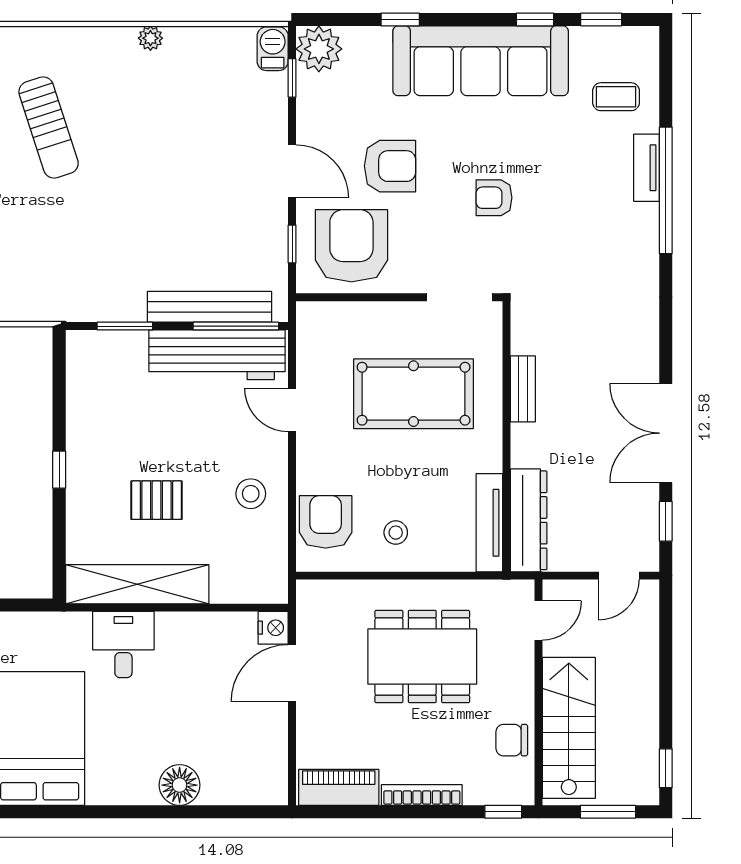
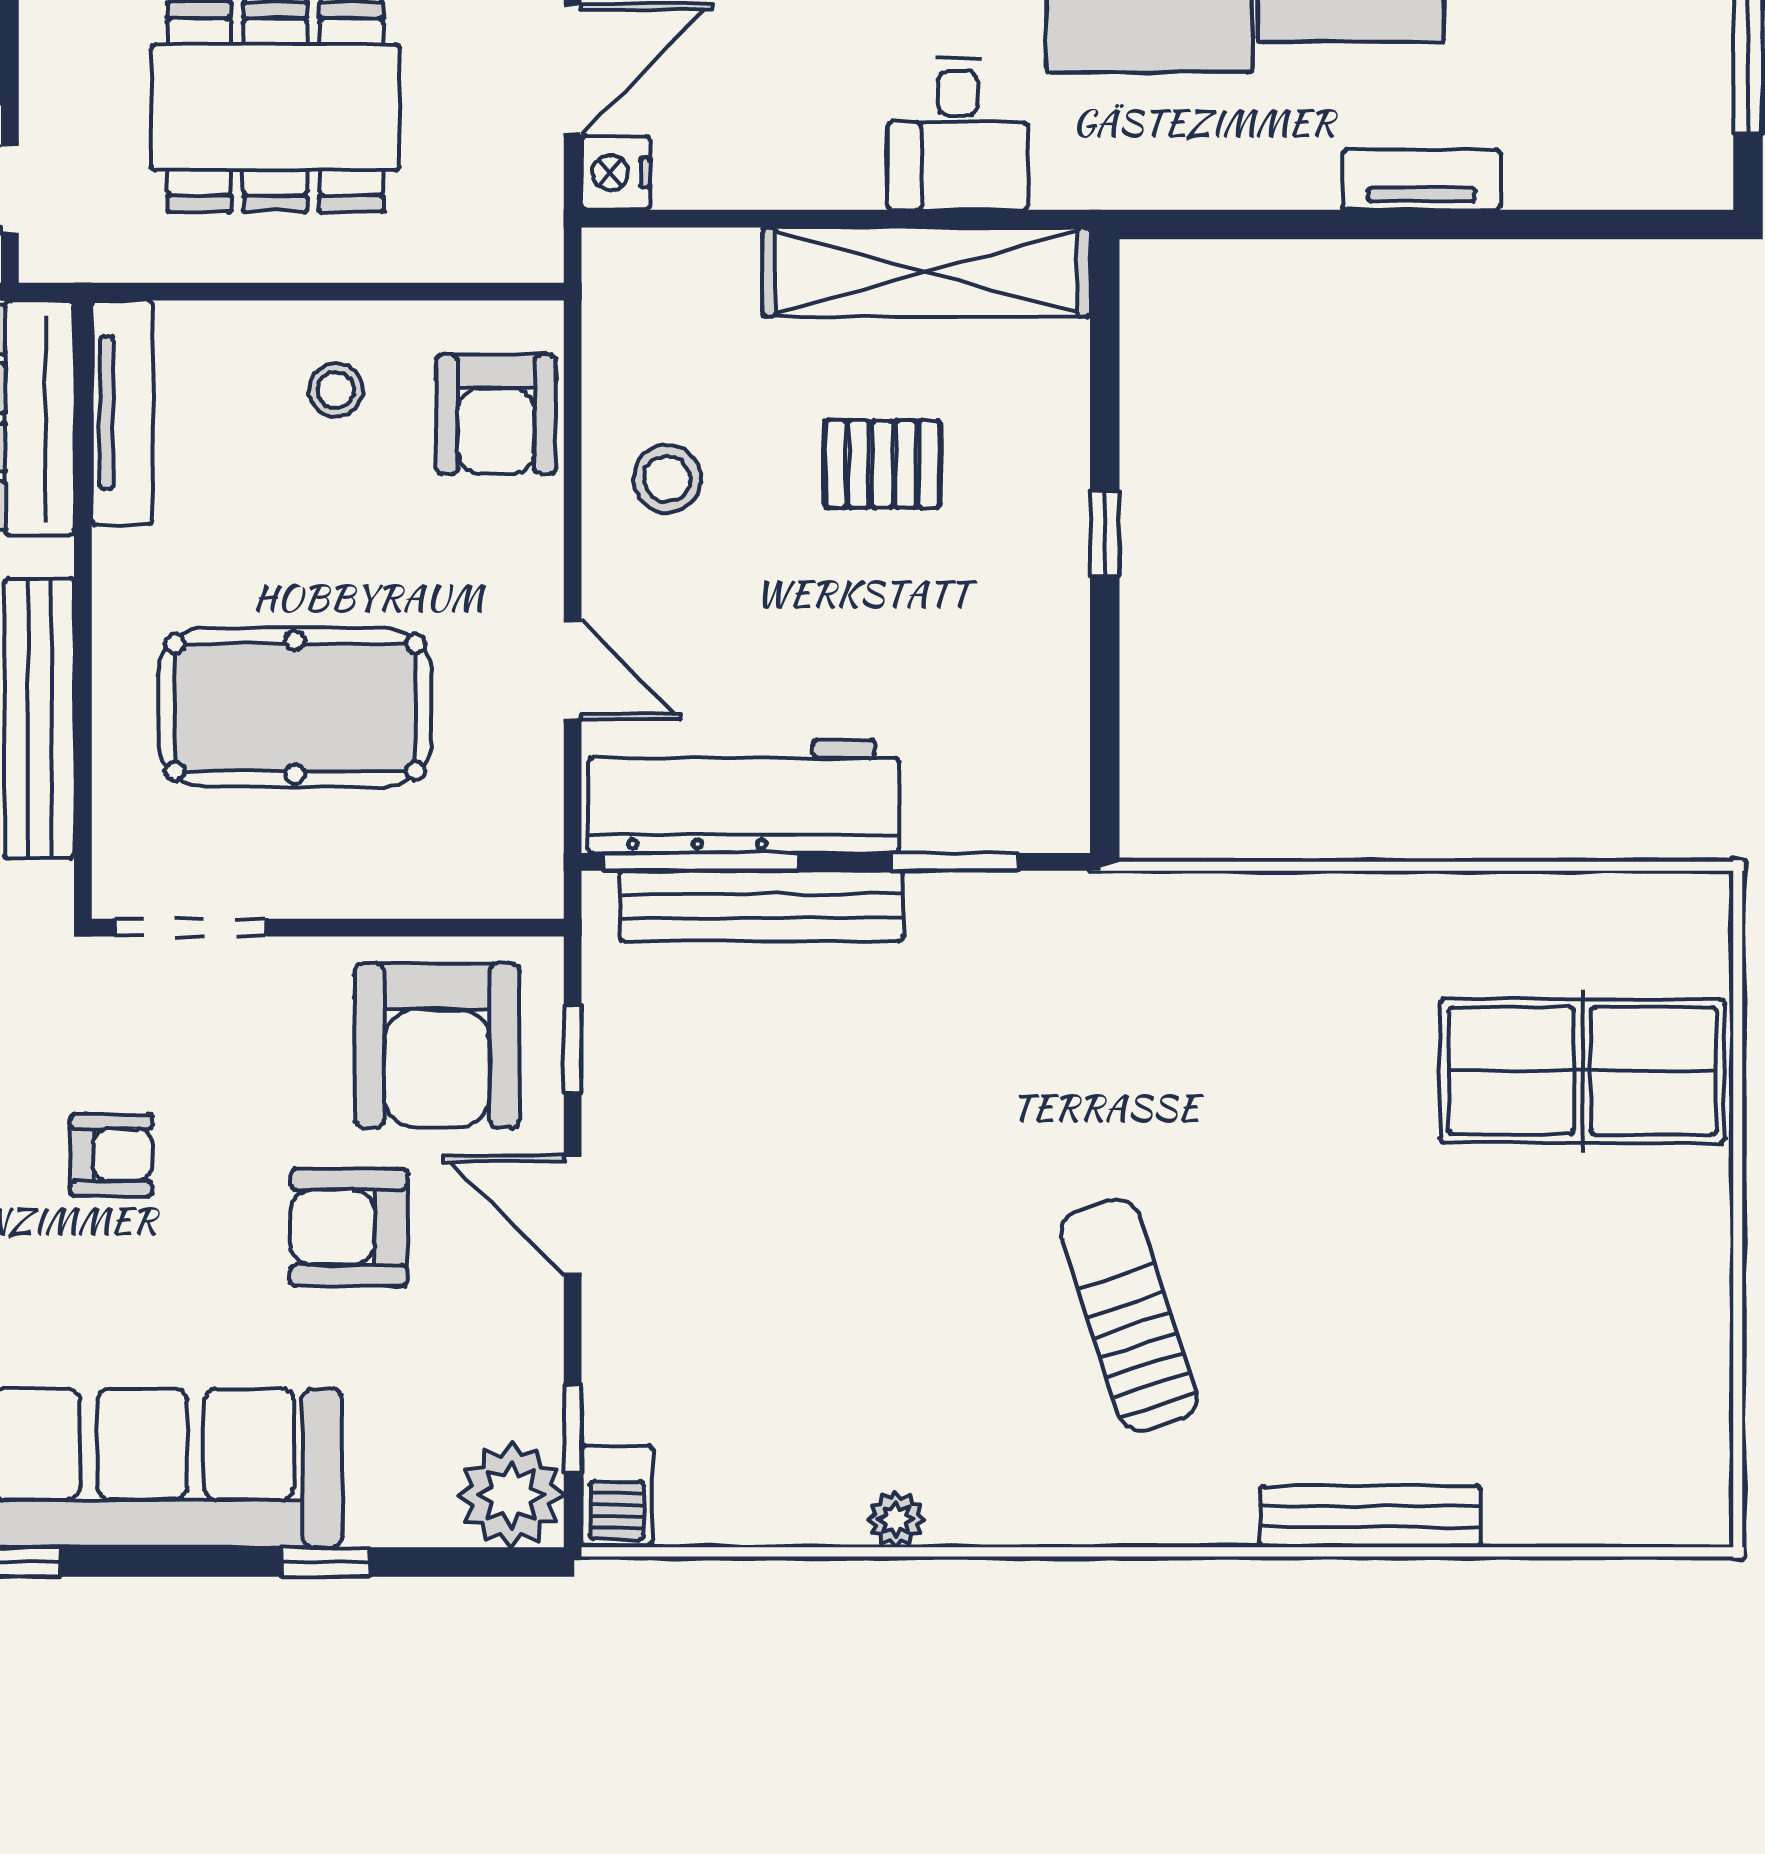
bench: (523, 389) -> (39, 718), width x1.86, depth x1.21

